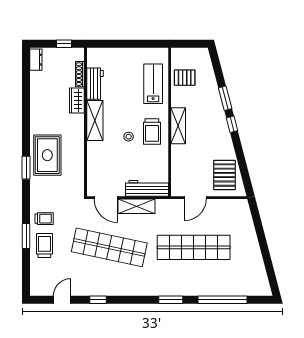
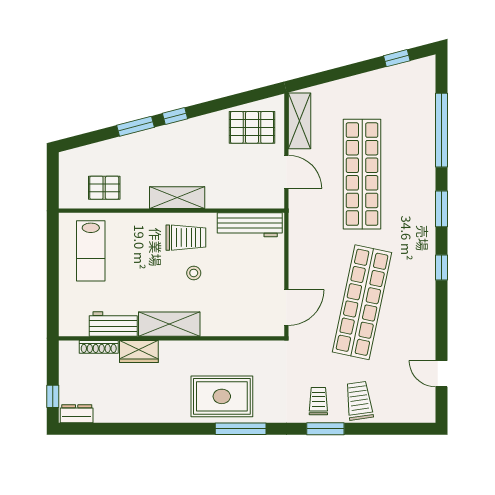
window: (64, 44) -> (53, 396), moved
pallet: (185, 78) -> (104, 188), turned 90
lab bench: (153, 84) -> (91, 251), moved, turned -90
window: (26, 168) -> (241, 429), width x1.44
workbench: (147, 188) -> (250, 225), moved, turned -90
shelving: (137, 206) -> (300, 121), moved
window: (26, 236) -> (325, 429), moved
trolley: (44, 246) -> (359, 401), turned 82
window: (270, 270) -> (397, 58), added
window: (98, 300) -> (442, 268), moved

